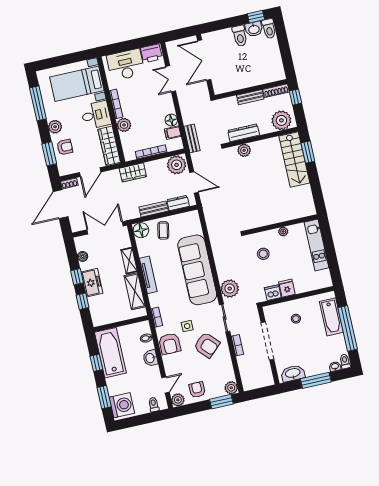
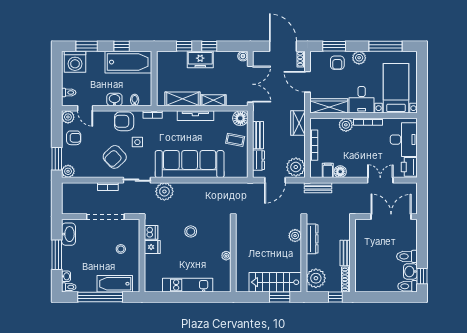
wall: (281, 225) -> (233, 256), moved
plant: (283, 231) -> (226, 256), moved
boiler: (83, 256) -> (243, 56), moved

